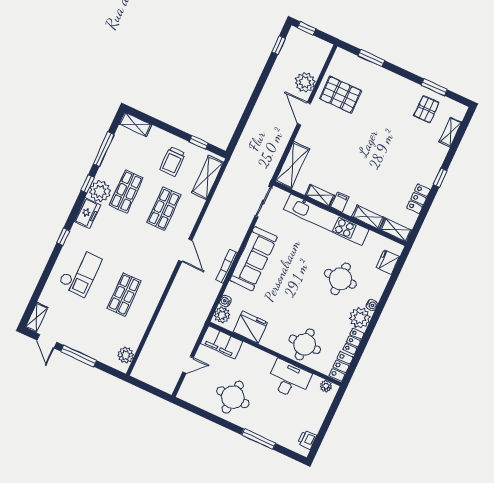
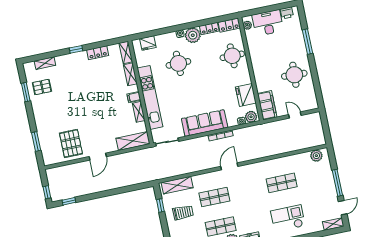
plant: (305, 82) -> (79, 170), removed
desk: (289, 379) -> (268, 23), moved, turned 90

